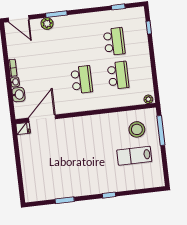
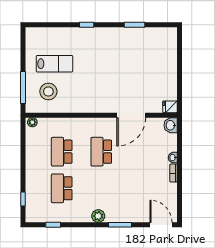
plant: (47, 24) -> (98, 216), moved
washbasin: (18, 95) -> (171, 125), moved
door: (42, 118) -> (131, 115), moved

